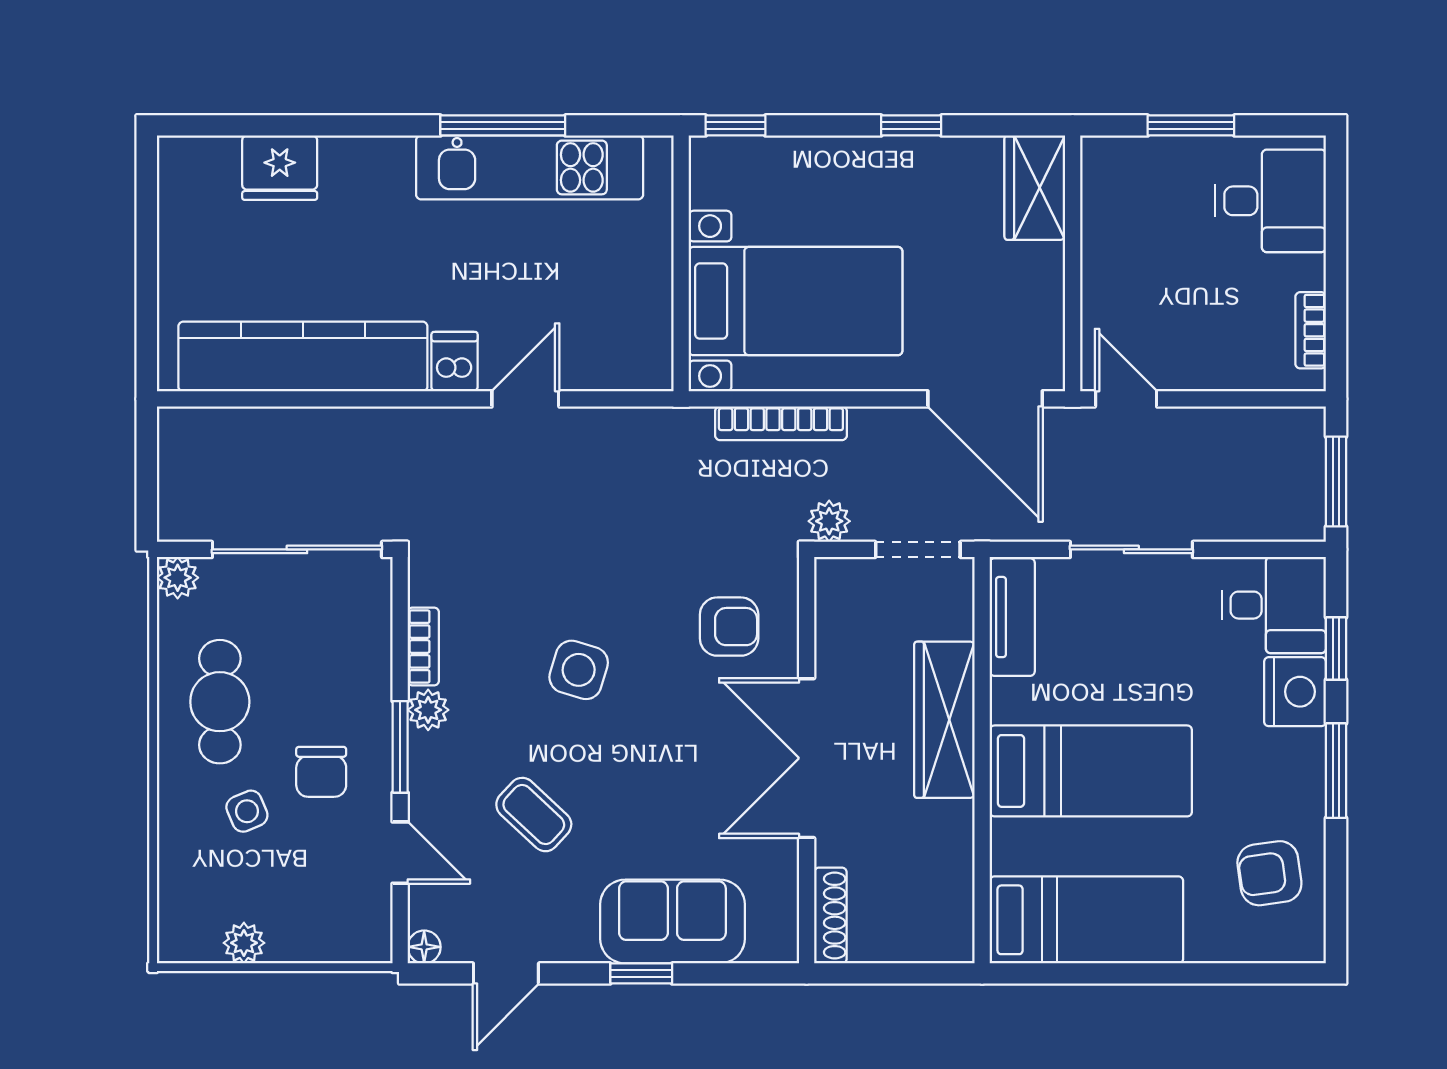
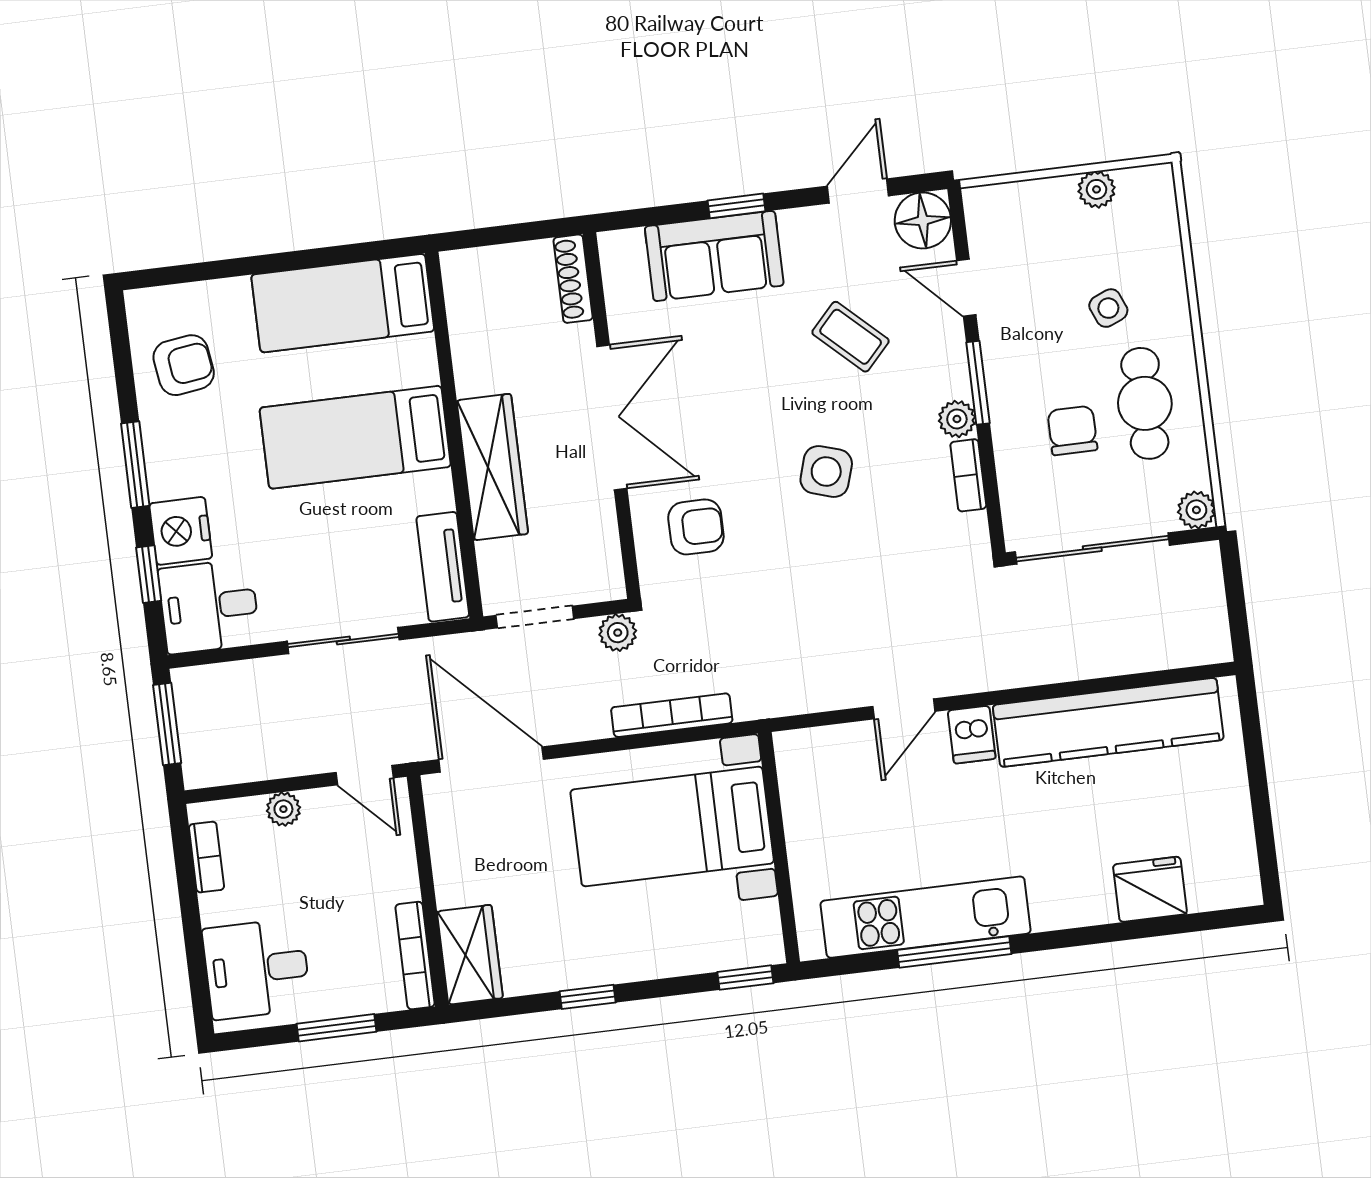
bookcase: (1095, 194) -> (415, 956), added
plant: (1220, 373) -> (283, 809), added
armchair: (729, 627) -> (696, 527), turned 180
chair: (321, 772) -> (1072, 430), moved
floor lamp: (424, 947) -> (923, 220), width x1.89, depth x1.89

